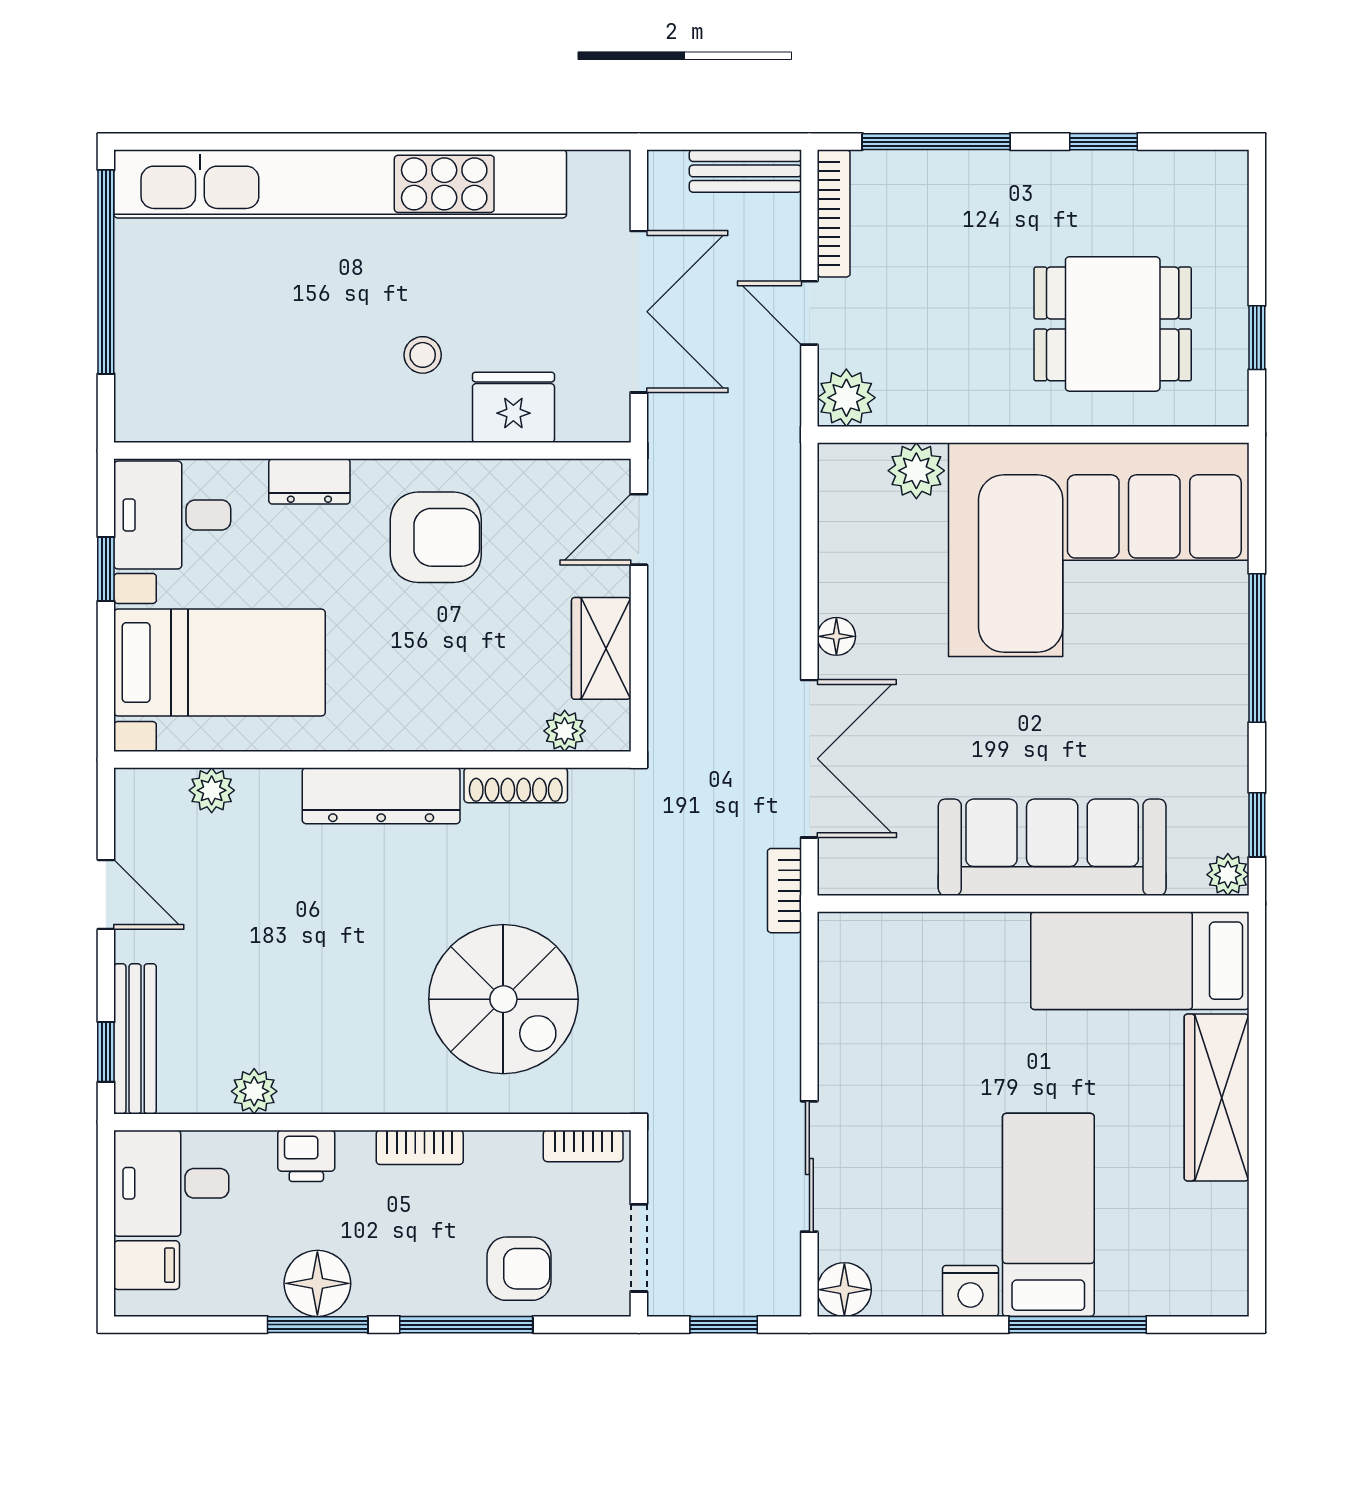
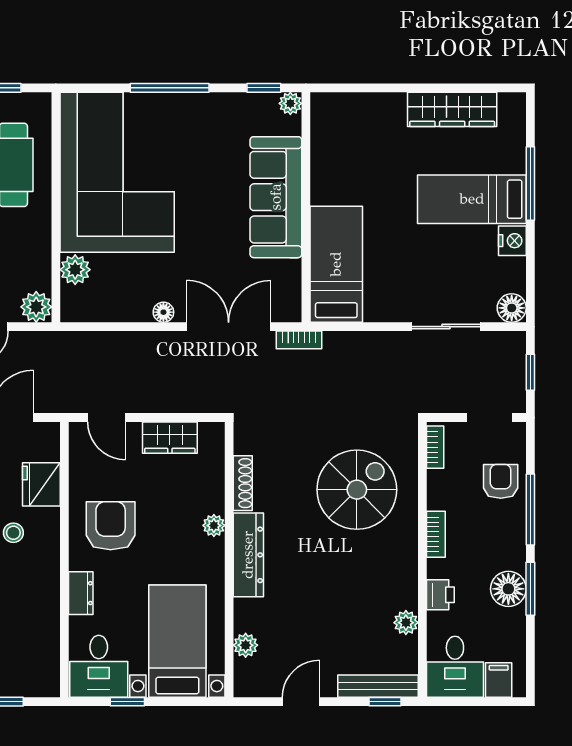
plant: (565, 731) -> (214, 525), moved
bed: (1140, 961) -> (336, 264), moved, turned 180
wardrobe: (1217, 1097) -> (452, 109), moved

